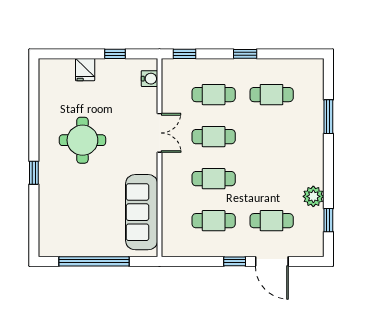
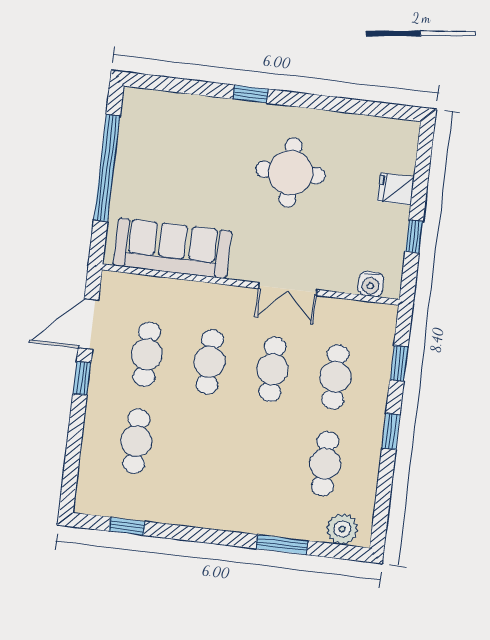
window: (184, 54) -> (399, 363), moved
plant: (313, 196) -> (342, 529), moved
door: (272, 261) -> (88, 324), moved

